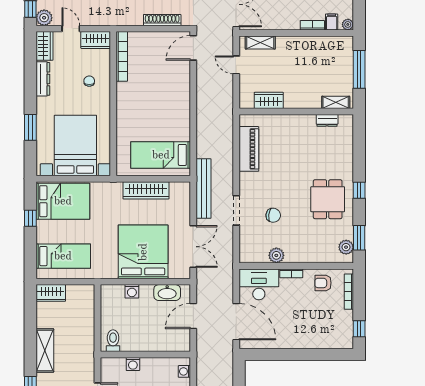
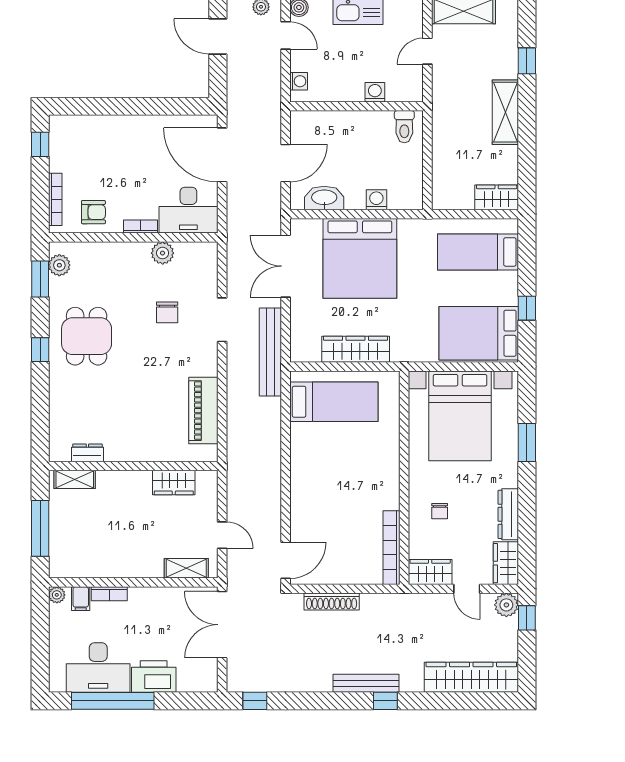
chair: (273, 215) -> (167, 312), turned -97

